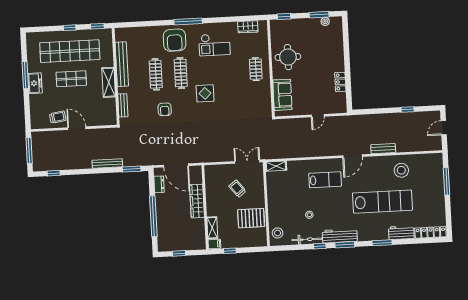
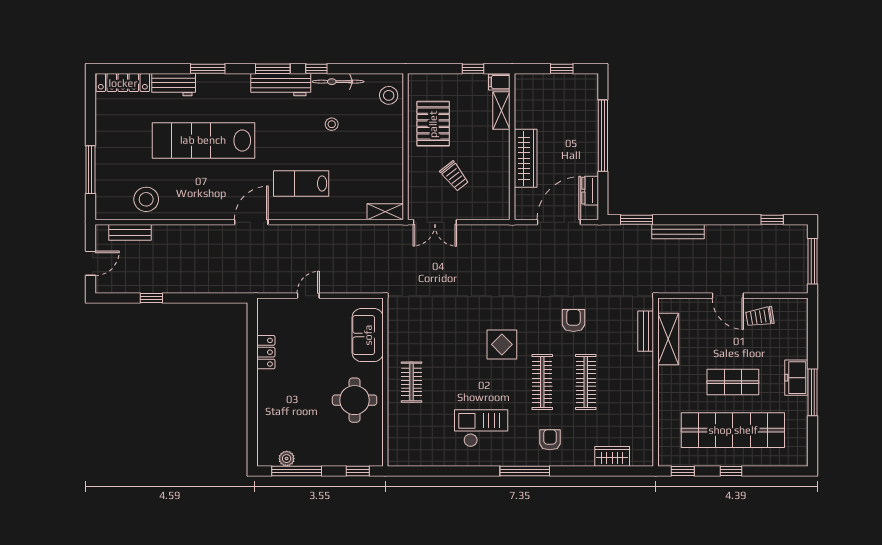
window: (319, 15) -> (297, 471), width x1.44
wardrobe: (248, 27) -> (612, 456), moved
armchair: (175, 40) -> (550, 440), width x0.53, depth x0.53
bench: (122, 64) -> (644, 403), removed
shelving: (109, 82) -> (668, 339), moved
bench: (383, 149) -> (130, 232), moved
door: (176, 165) -> (559, 222), hinge flipped
stool: (401, 170) -> (146, 199), moved
pallet: (251, 218) -> (433, 124), turned 90

